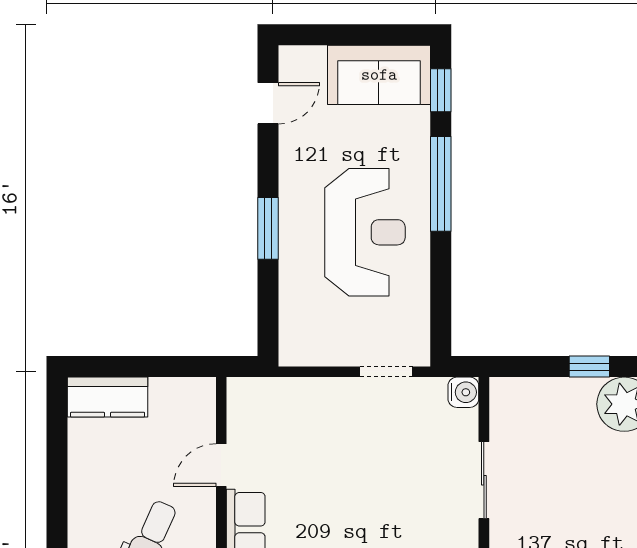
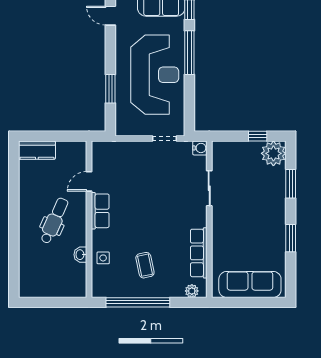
door: (268, 103) -> (110, 16), swing flipped
window: (268, 228) -> (110, 89), moved
reception desk: (365, 232) -> (155, 75), width x1.36, depth x1.30

